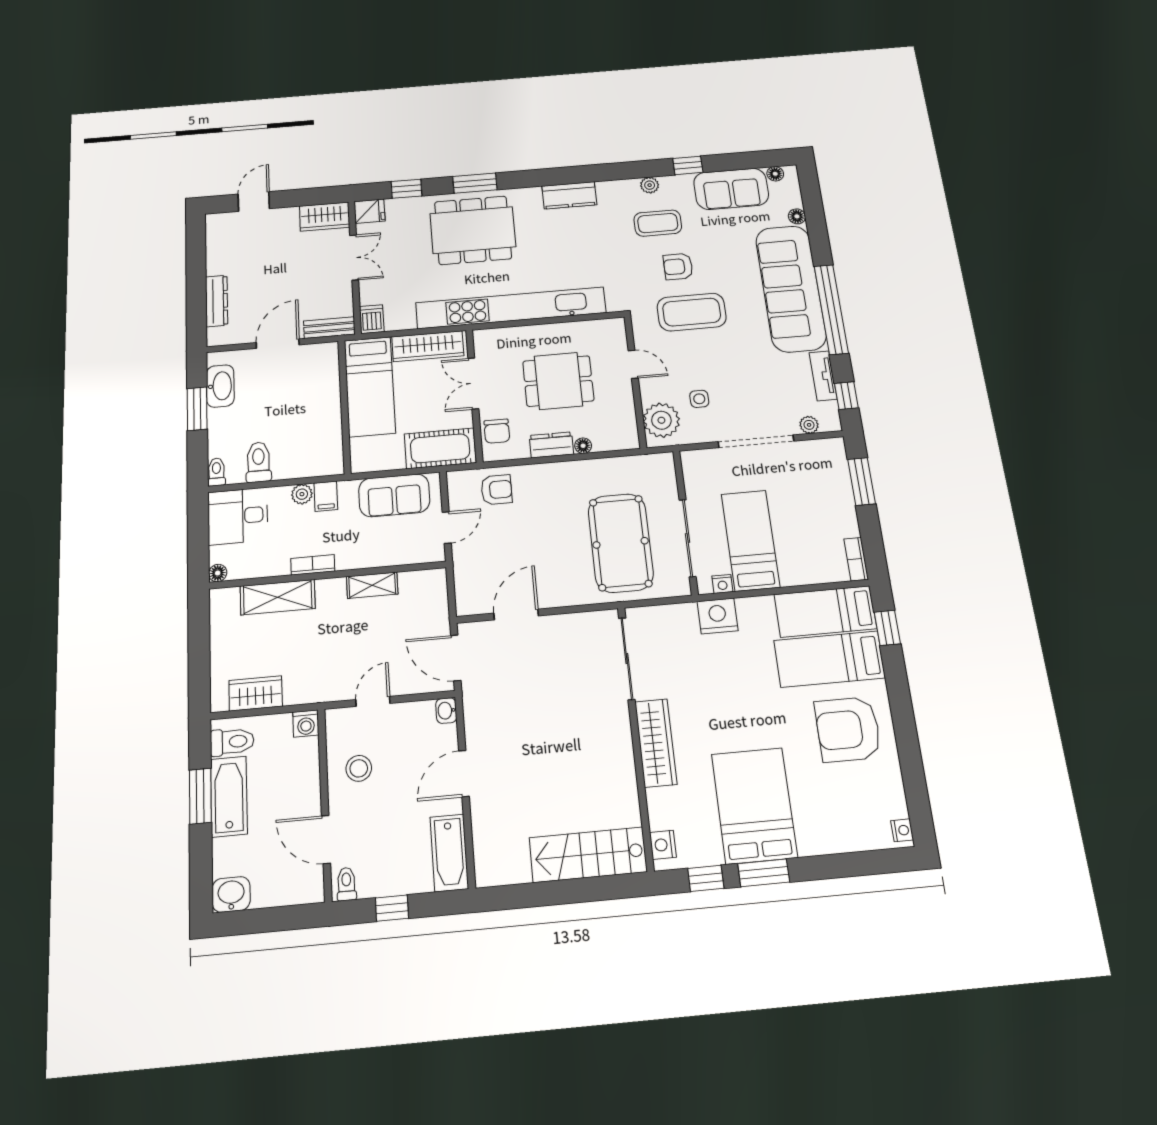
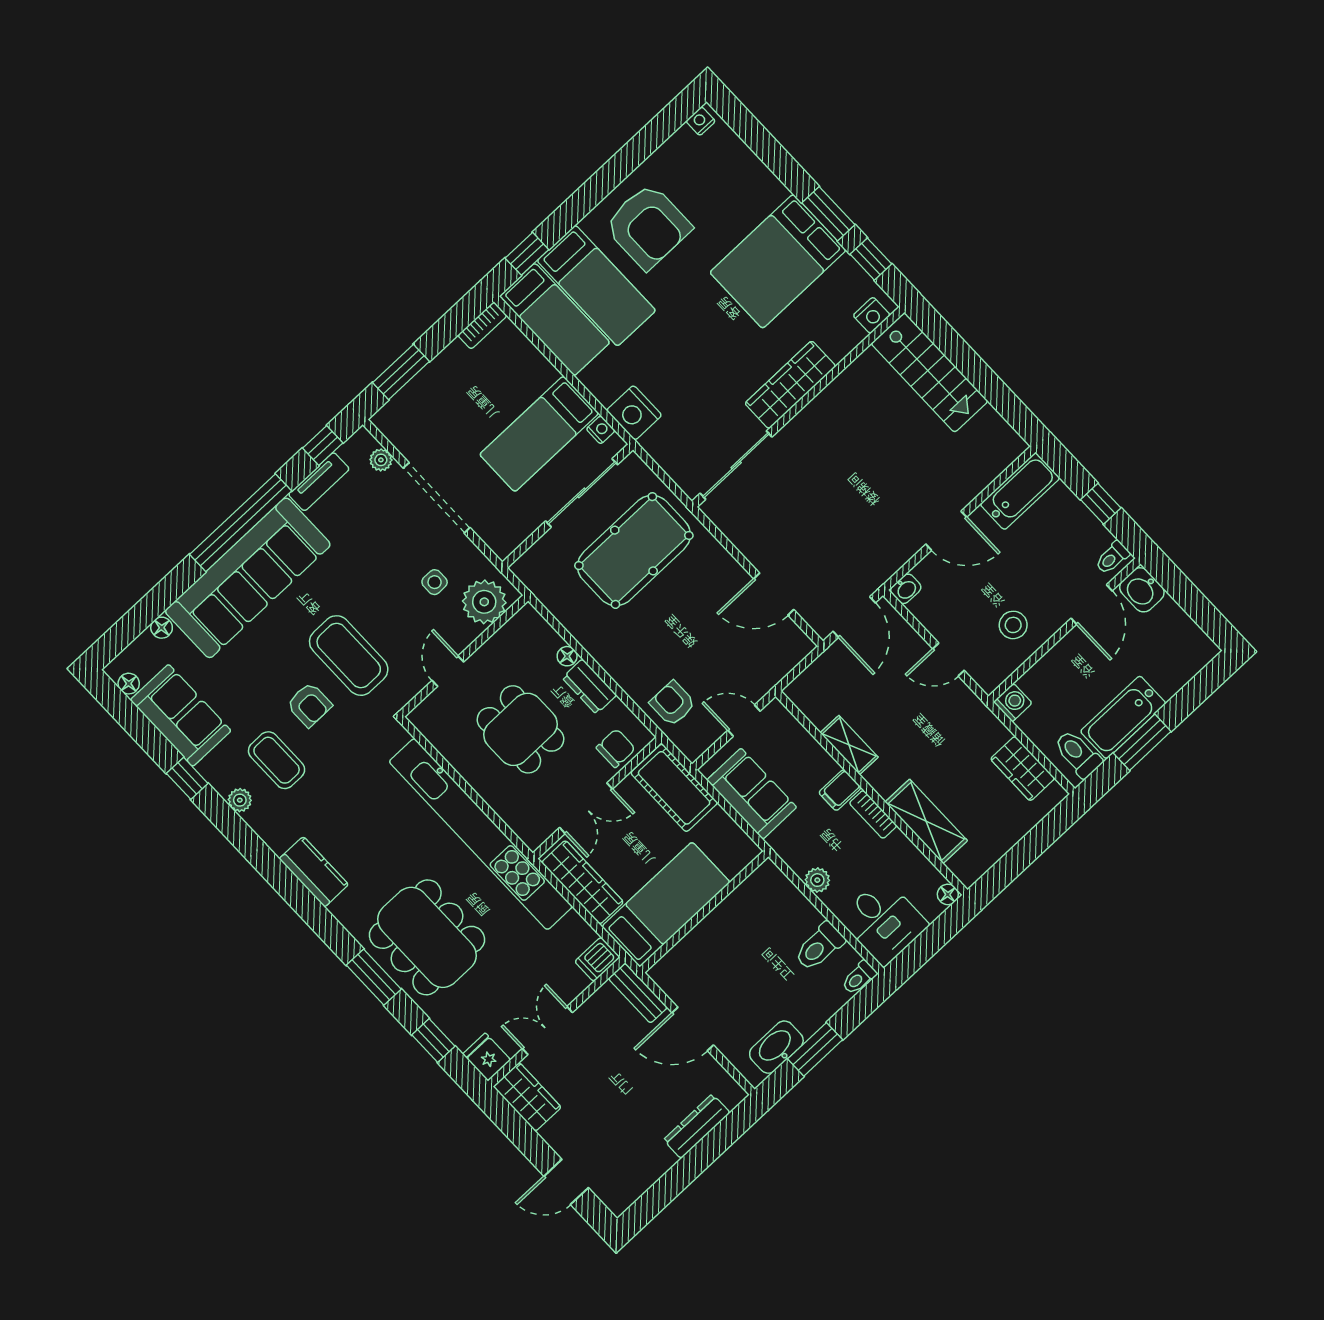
filing cabinet: (326, 496) -> (840, 790), moved, turned 180
washbasin: (231, 894) -> (1142, 590), moved

